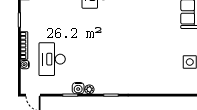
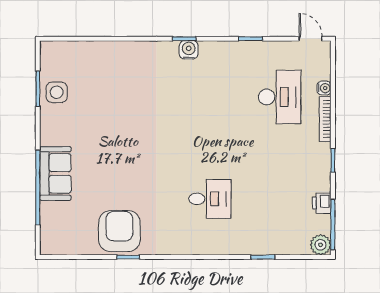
water cooler: (78, 88) -> (189, 50), moved
plant: (89, 89) -> (219, 48), removed

